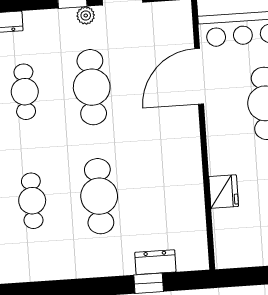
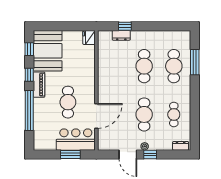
fridge: (224, 192) -> (89, 37), moved
cafe table: (32, 201) -> (174, 66), width x1.37, depth x1.35

